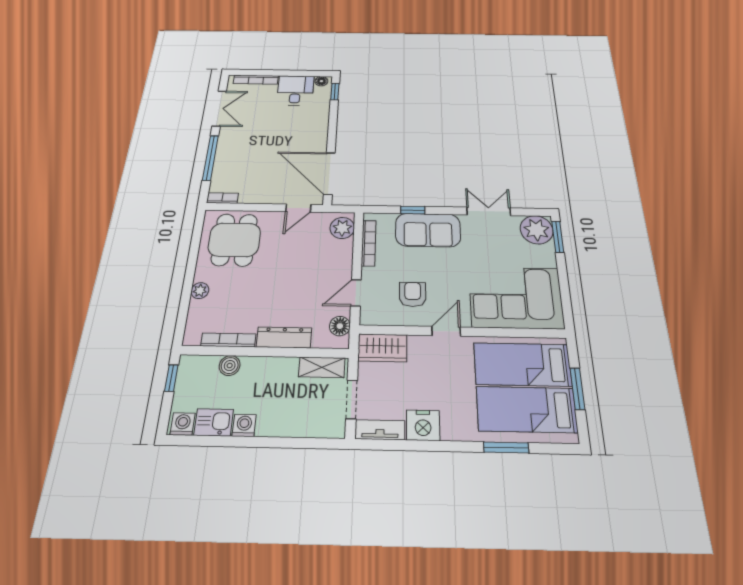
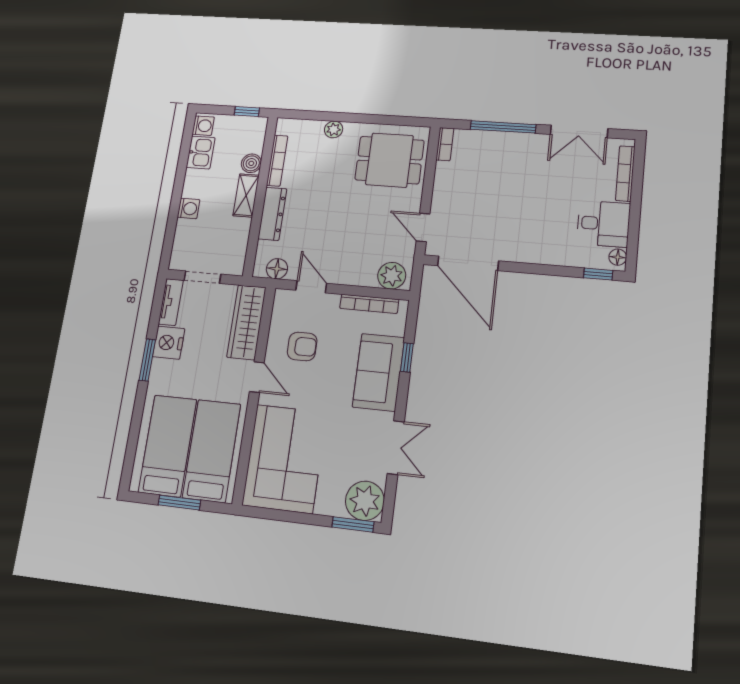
door: (329, 173) -> (468, 263), swing flipped
wardrobe: (382, 348) -> (246, 322), width x1.50
shelving: (322, 367) -> (246, 195), moved
washing machine: (244, 425) -> (189, 208), moved
window: (506, 448) -> (147, 360), moved

